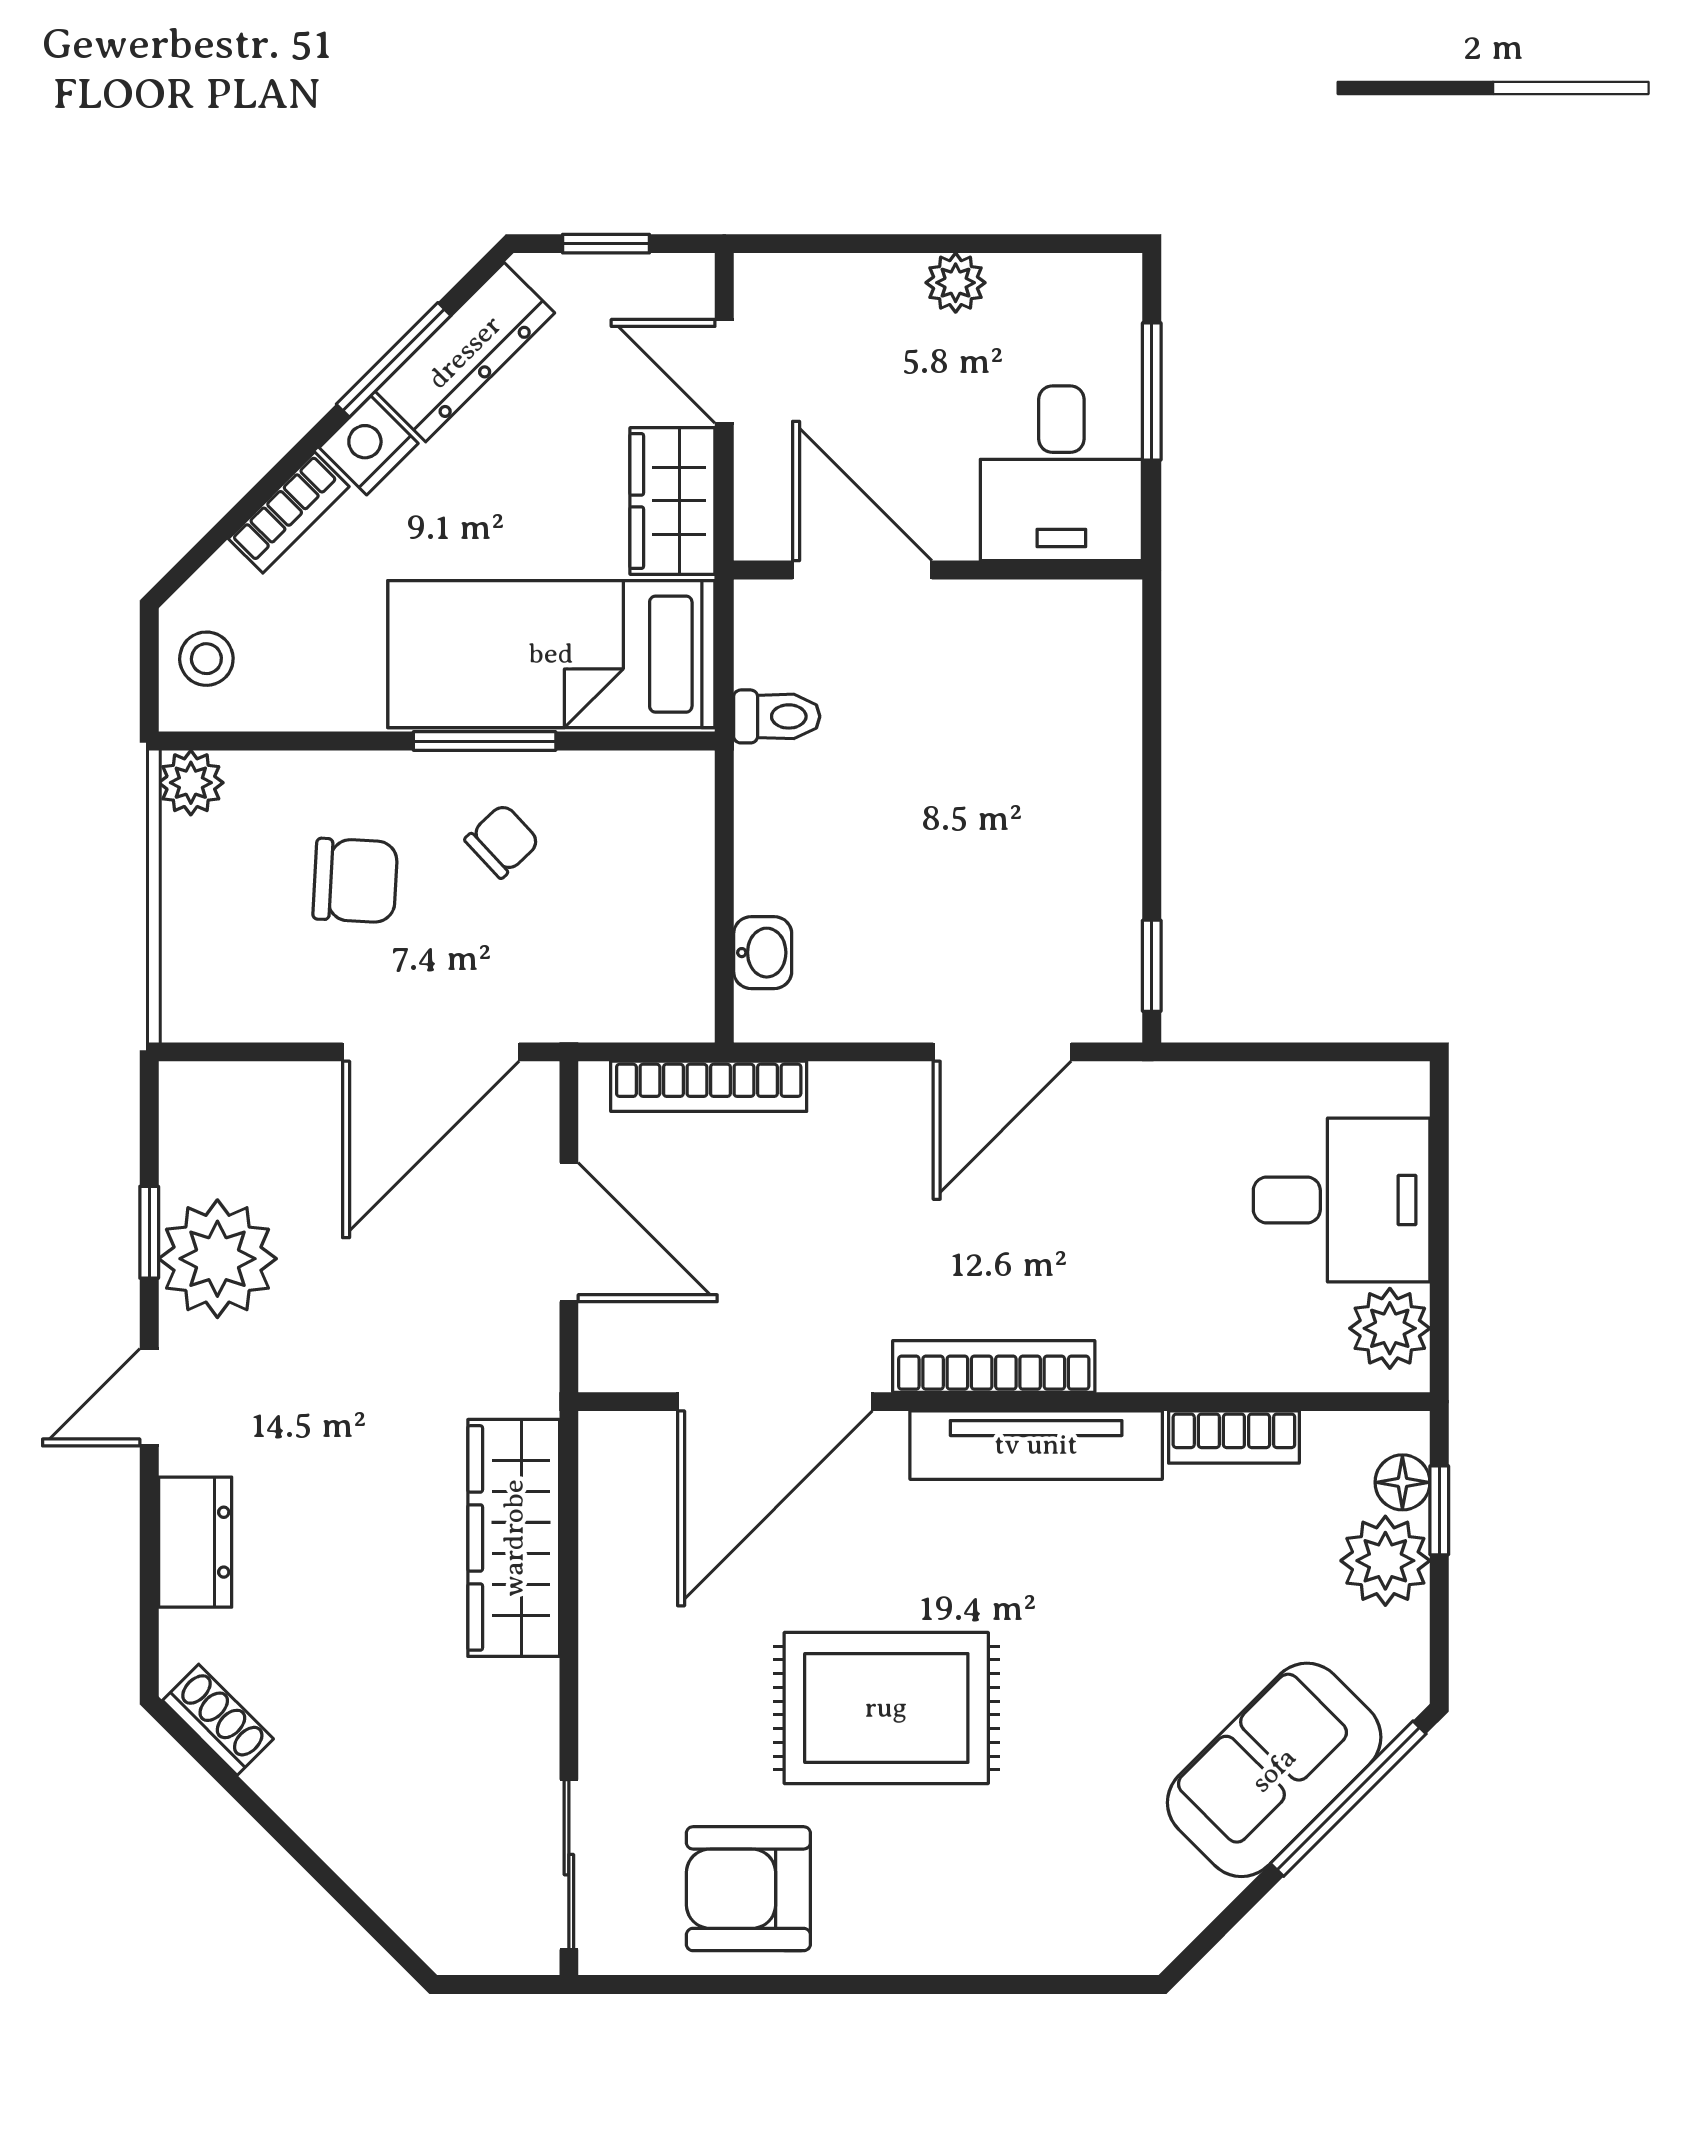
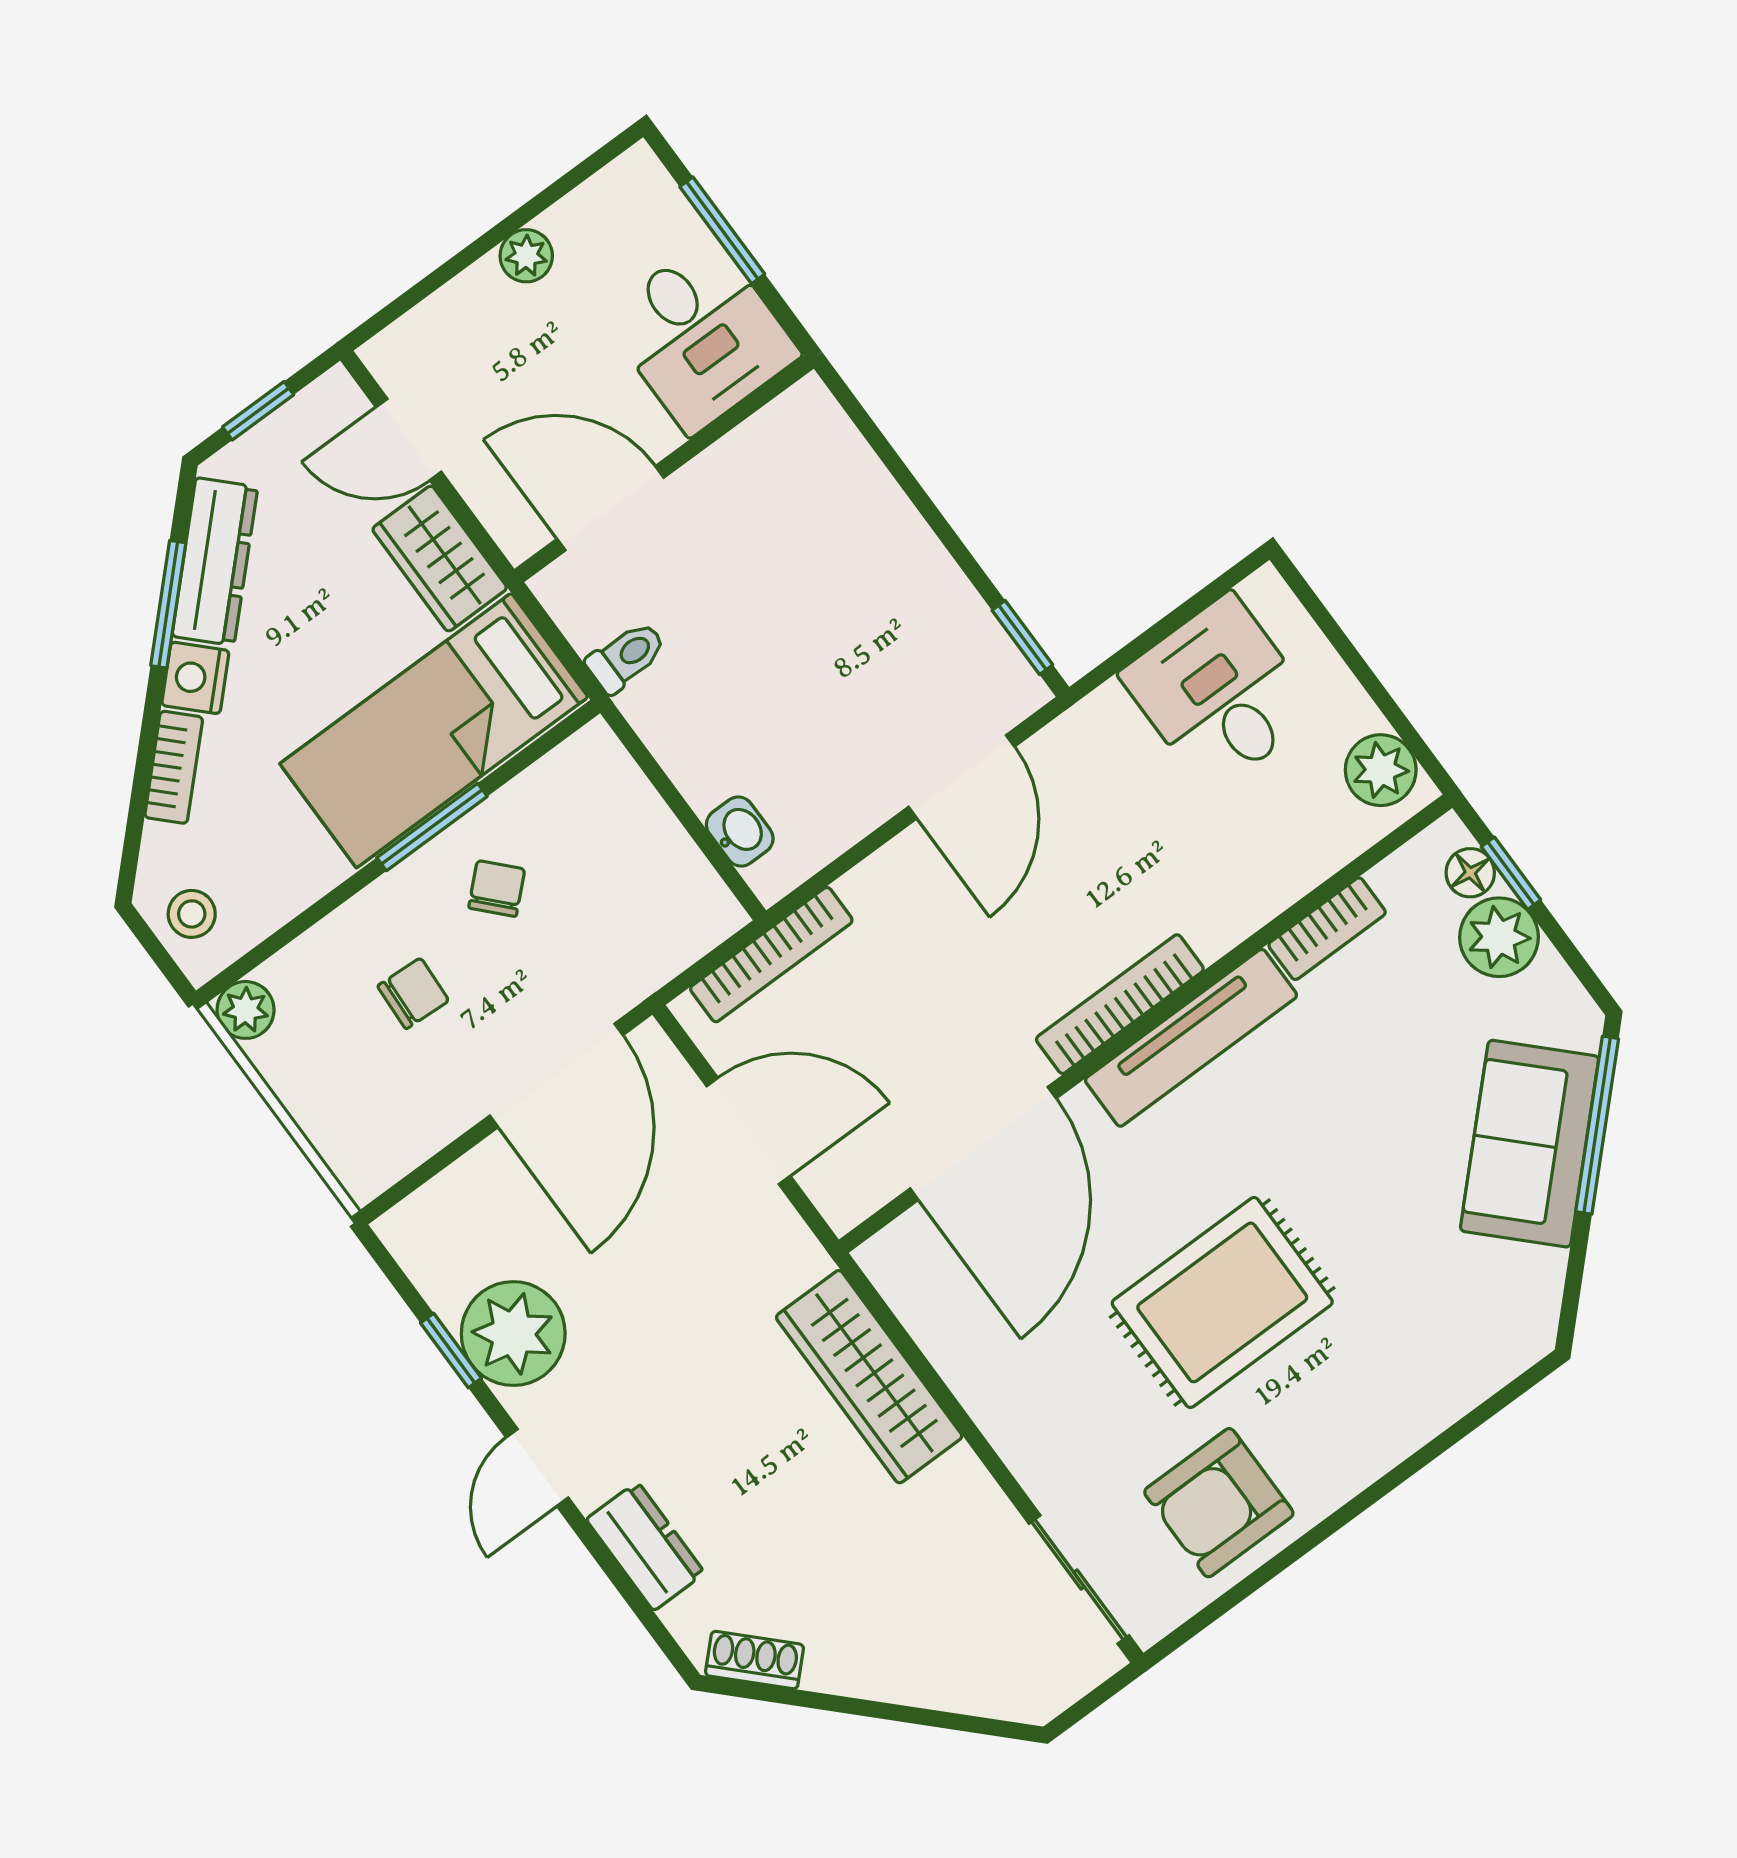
chair: (355, 881) -> (413, 993), width x0.73, depth x0.73
desk: (1342, 1200) -> (1220, 693), moved, turned -90

